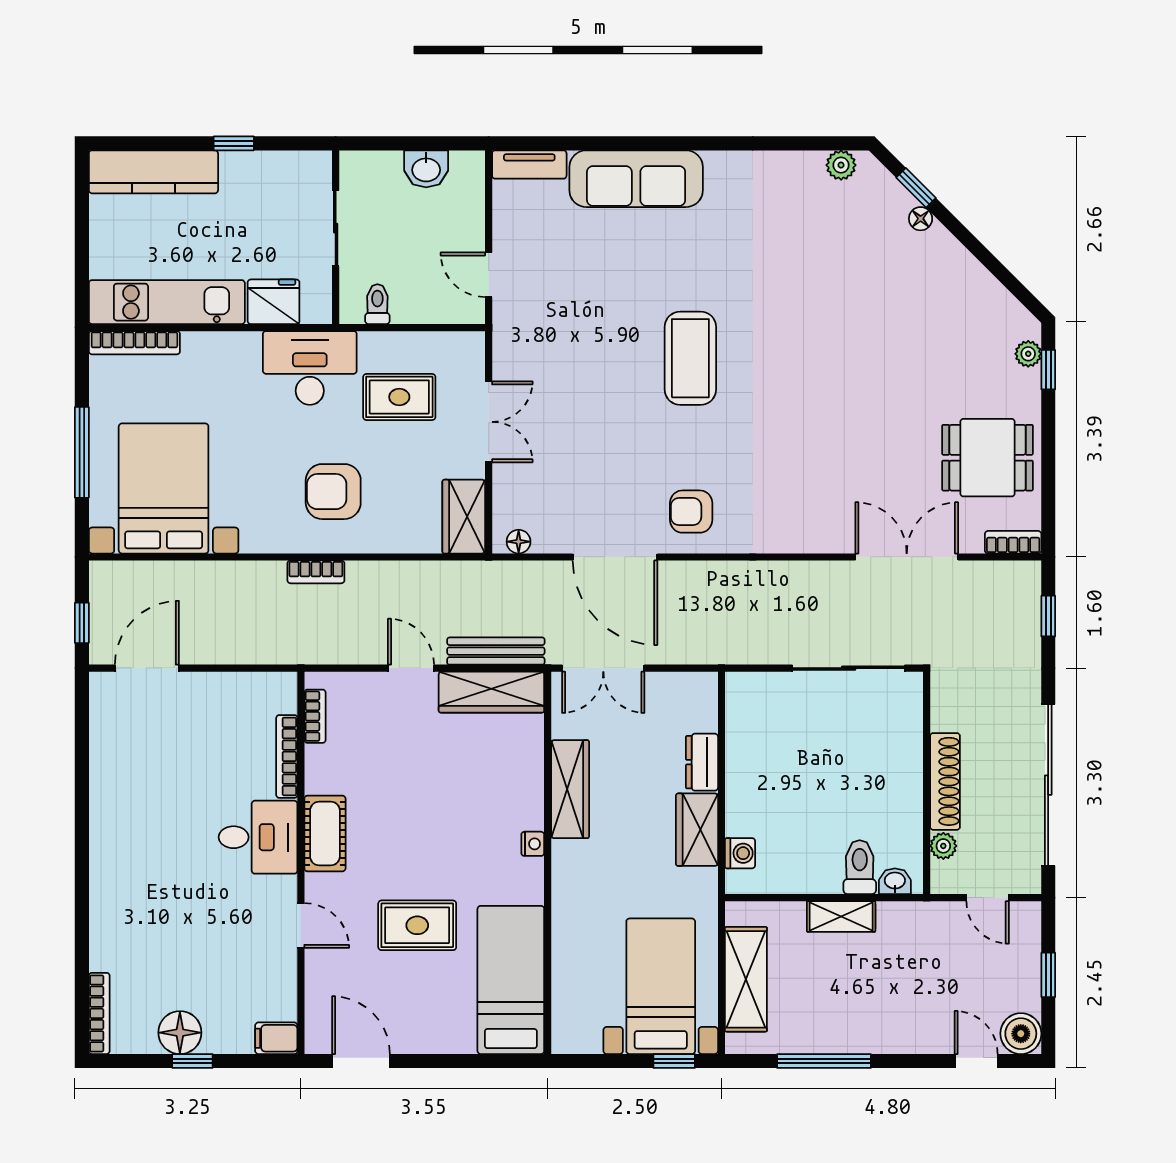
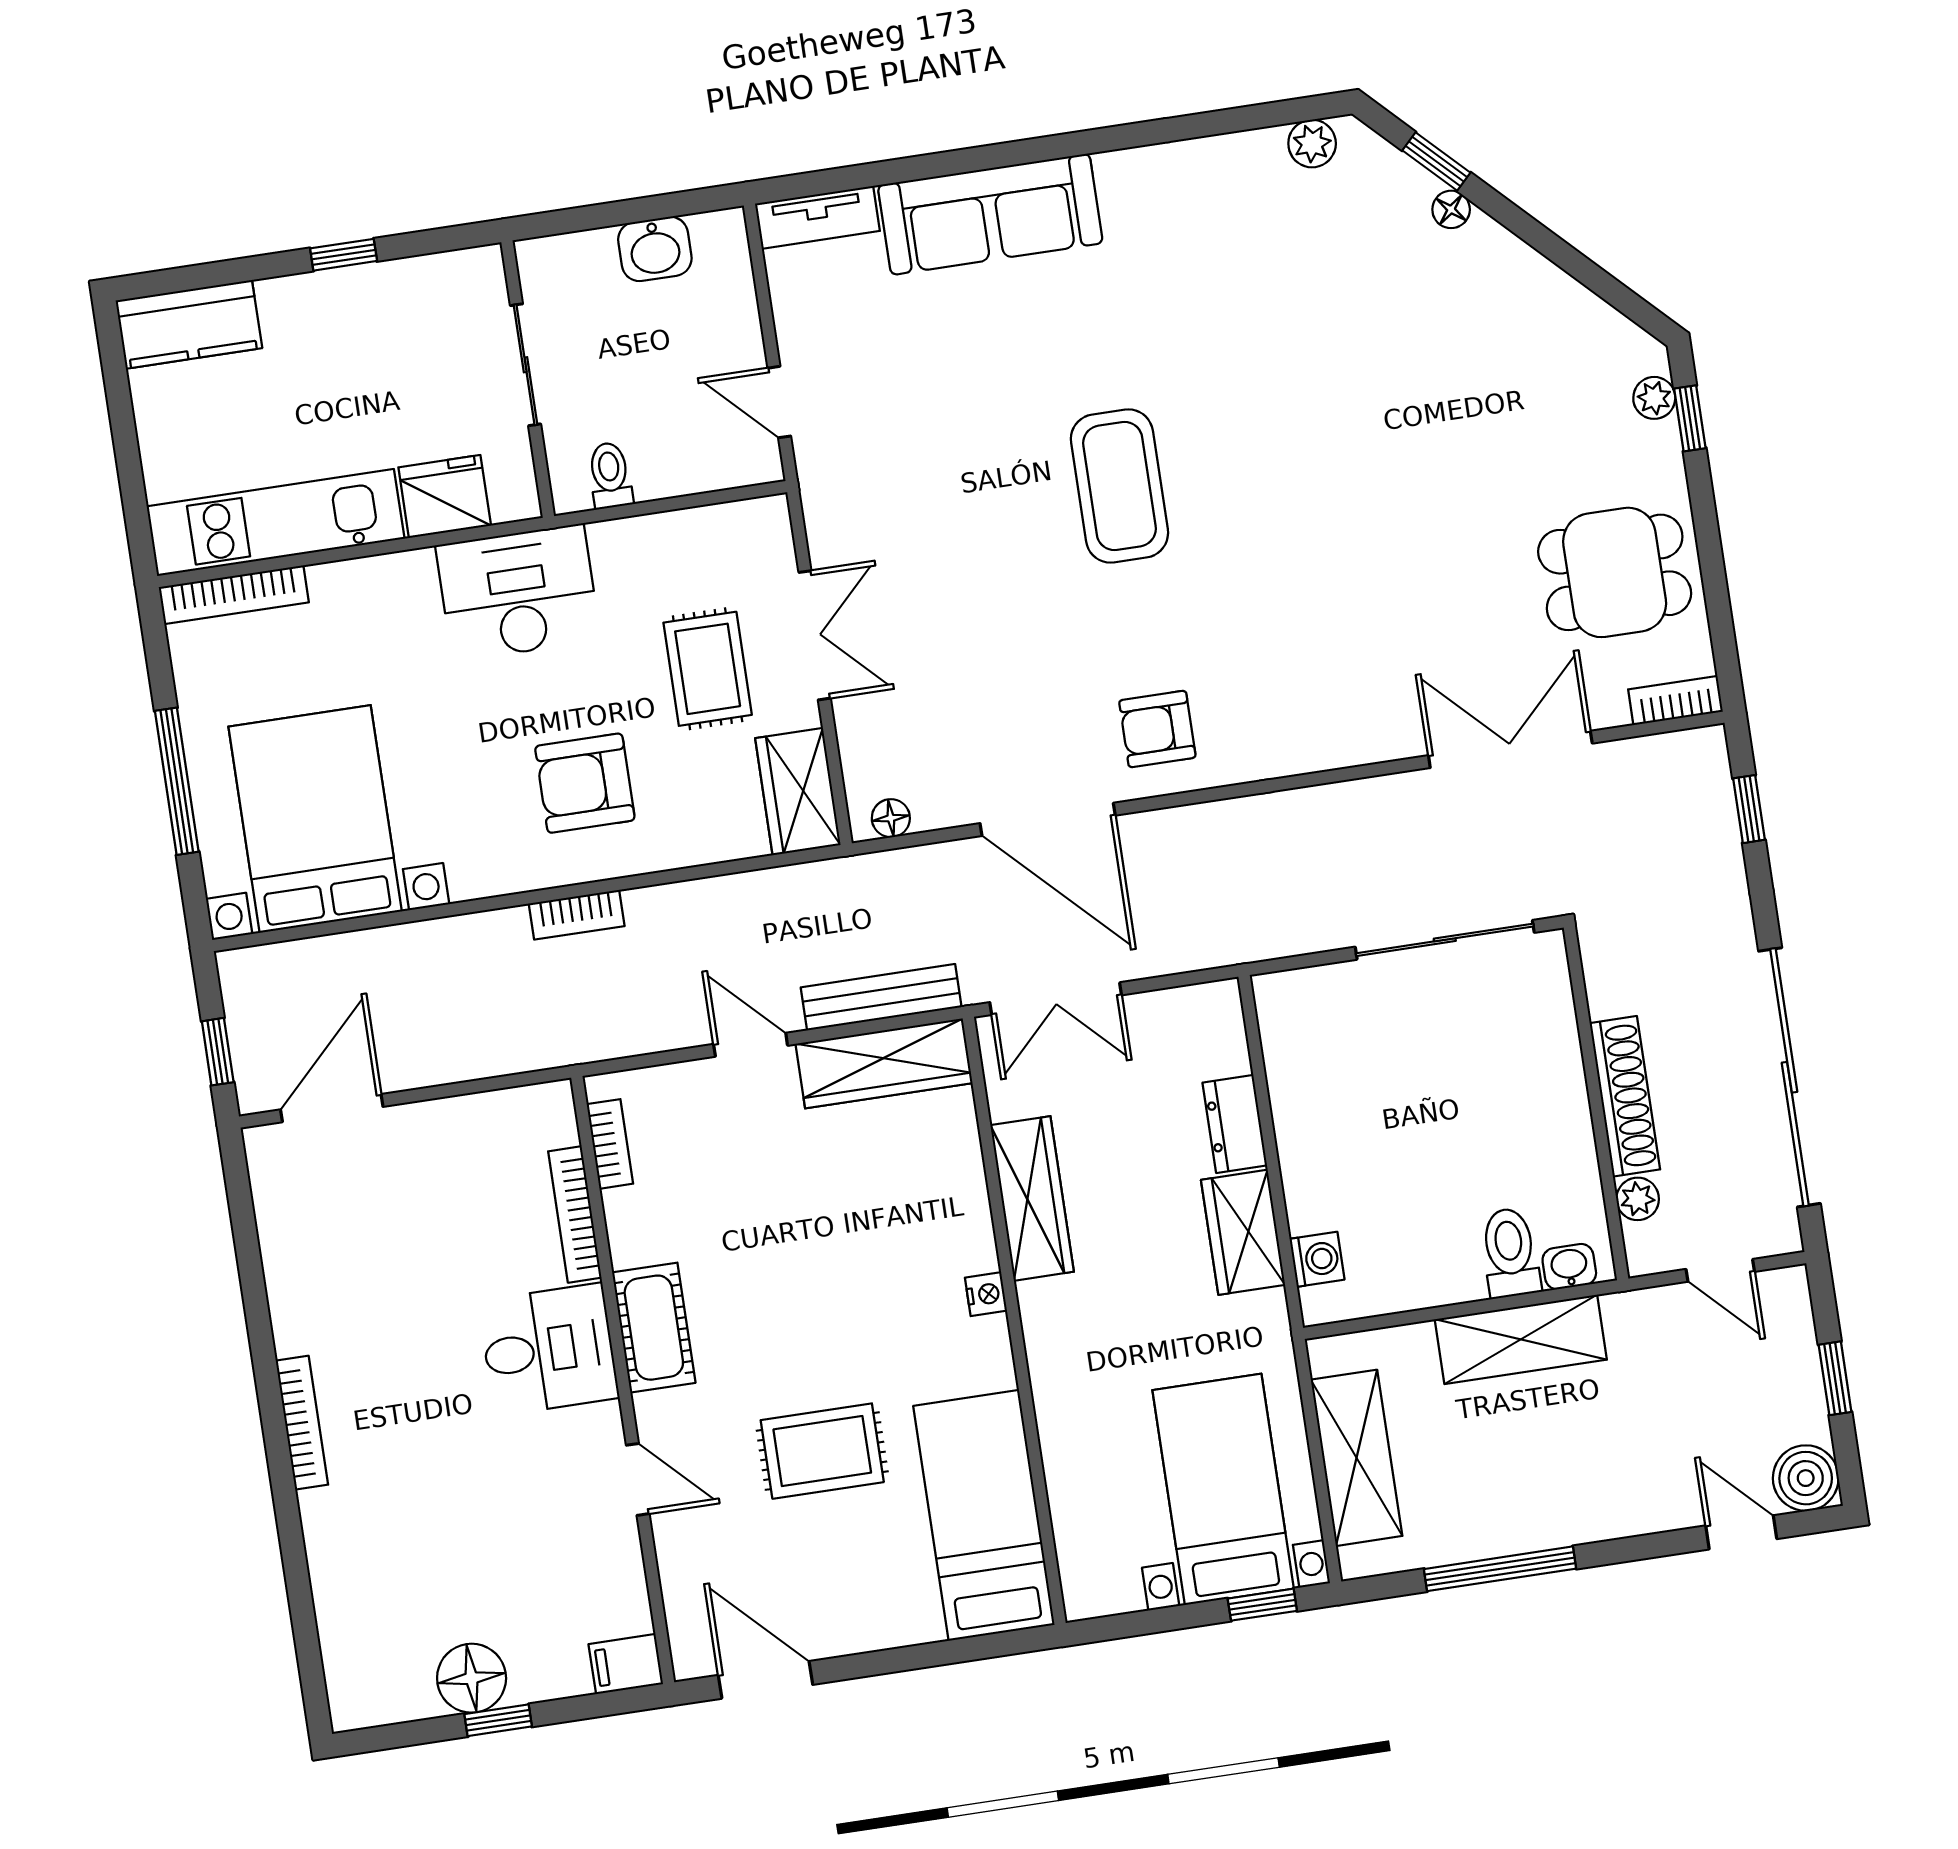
kitchen counter: (153, 172) -> (189, 324), width x0.67
rug: (399, 397) -> (708, 669), moved, turned 90
shelving: (841, 916) -> (1521, 1339), width x1.50, depth x1.33
bookcase: (99, 1013) -> (302, 1423), moved

